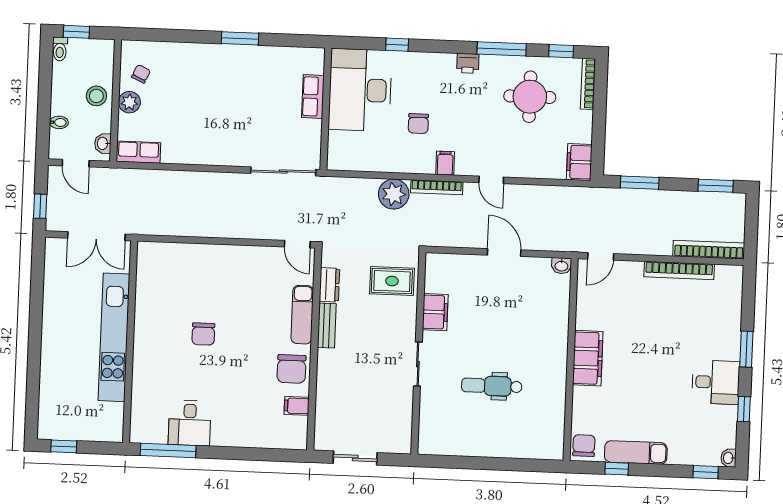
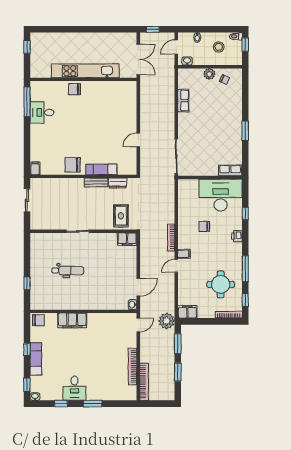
printer: (468, 63) -> (237, 236), moved
stool: (96, 96) -> (219, 47), moved
row of seats: (313, 97) -> (230, 170), moved
row of seats: (138, 152) -> (183, 101), moved
filing cabinet: (445, 163) -> (184, 254), moved
window: (716, 186) -> (178, 372), moved
plant: (394, 194) -> (167, 321), moved
double door: (96, 236) -> (138, 59), swing flipped
door: (297, 244) -> (138, 140), moved
door: (504, 252) -> (138, 287), moved
door: (601, 256) -> (138, 325), swing flipped
filing cabinet: (435, 312) -> (127, 239), moved
chair: (203, 334) -> (74, 89), moved
filing cabinet: (588, 358) -> (72, 320), moved
dental chair: (492, 386) -> (68, 271), turned 90
filing cabinet: (297, 406) -> (35, 168), moved
exam couch: (636, 452) -> (36, 359), moved
window: (513, 464) -> (27, 283), added
window: (617, 469) -> (27, 350), moved

